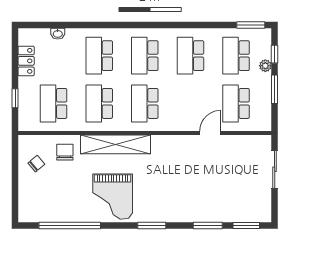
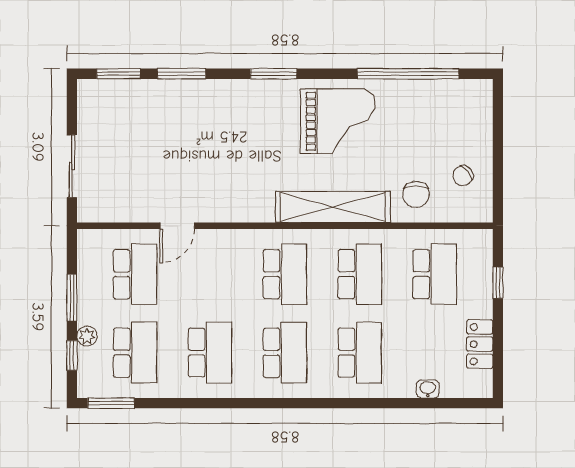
grand piano: (113, 197) -> (338, 121), turned 90

